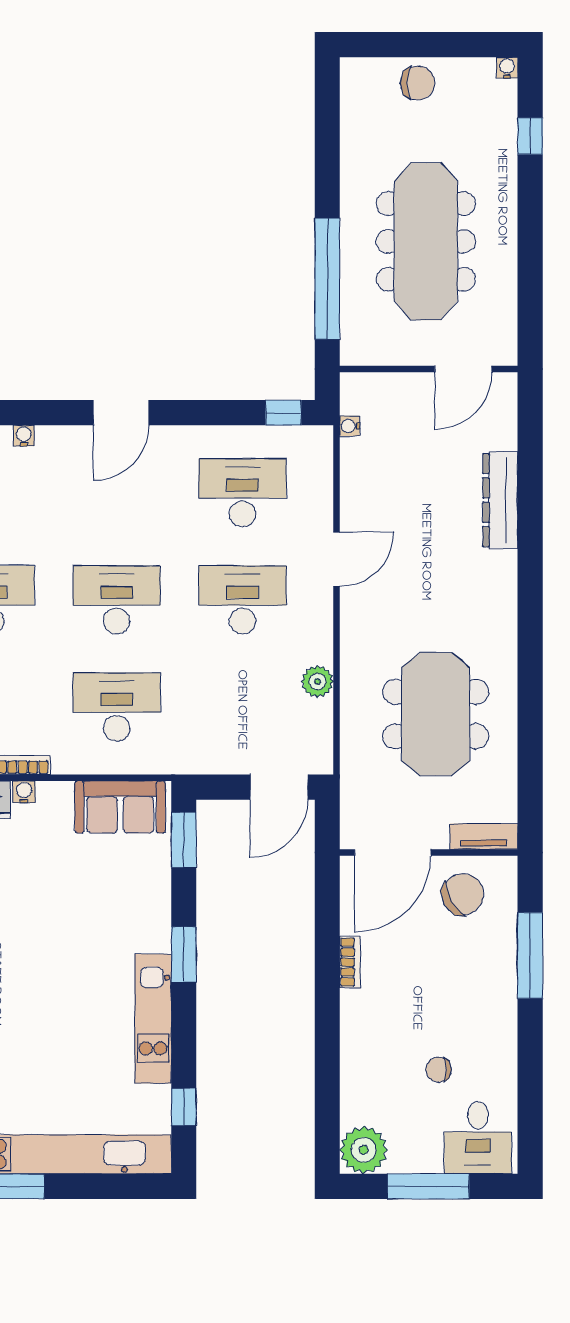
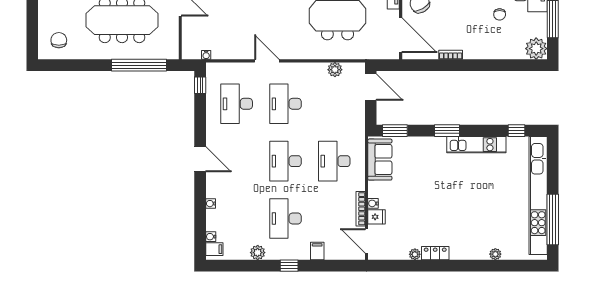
chair: (418, 83) -> (59, 40), moved
plant: (318, 681) -> (335, 70), moved

